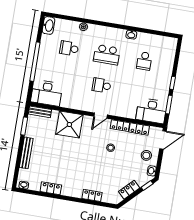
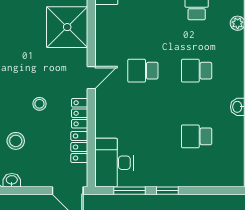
school desk: (107, 55) -> (197, 71), width x0.54
school desk: (102, 85) -> (143, 71), turned -90
door: (101, 116) -> (91, 78), swing flipped
stool: (146, 155) -> (16, 141), moved

